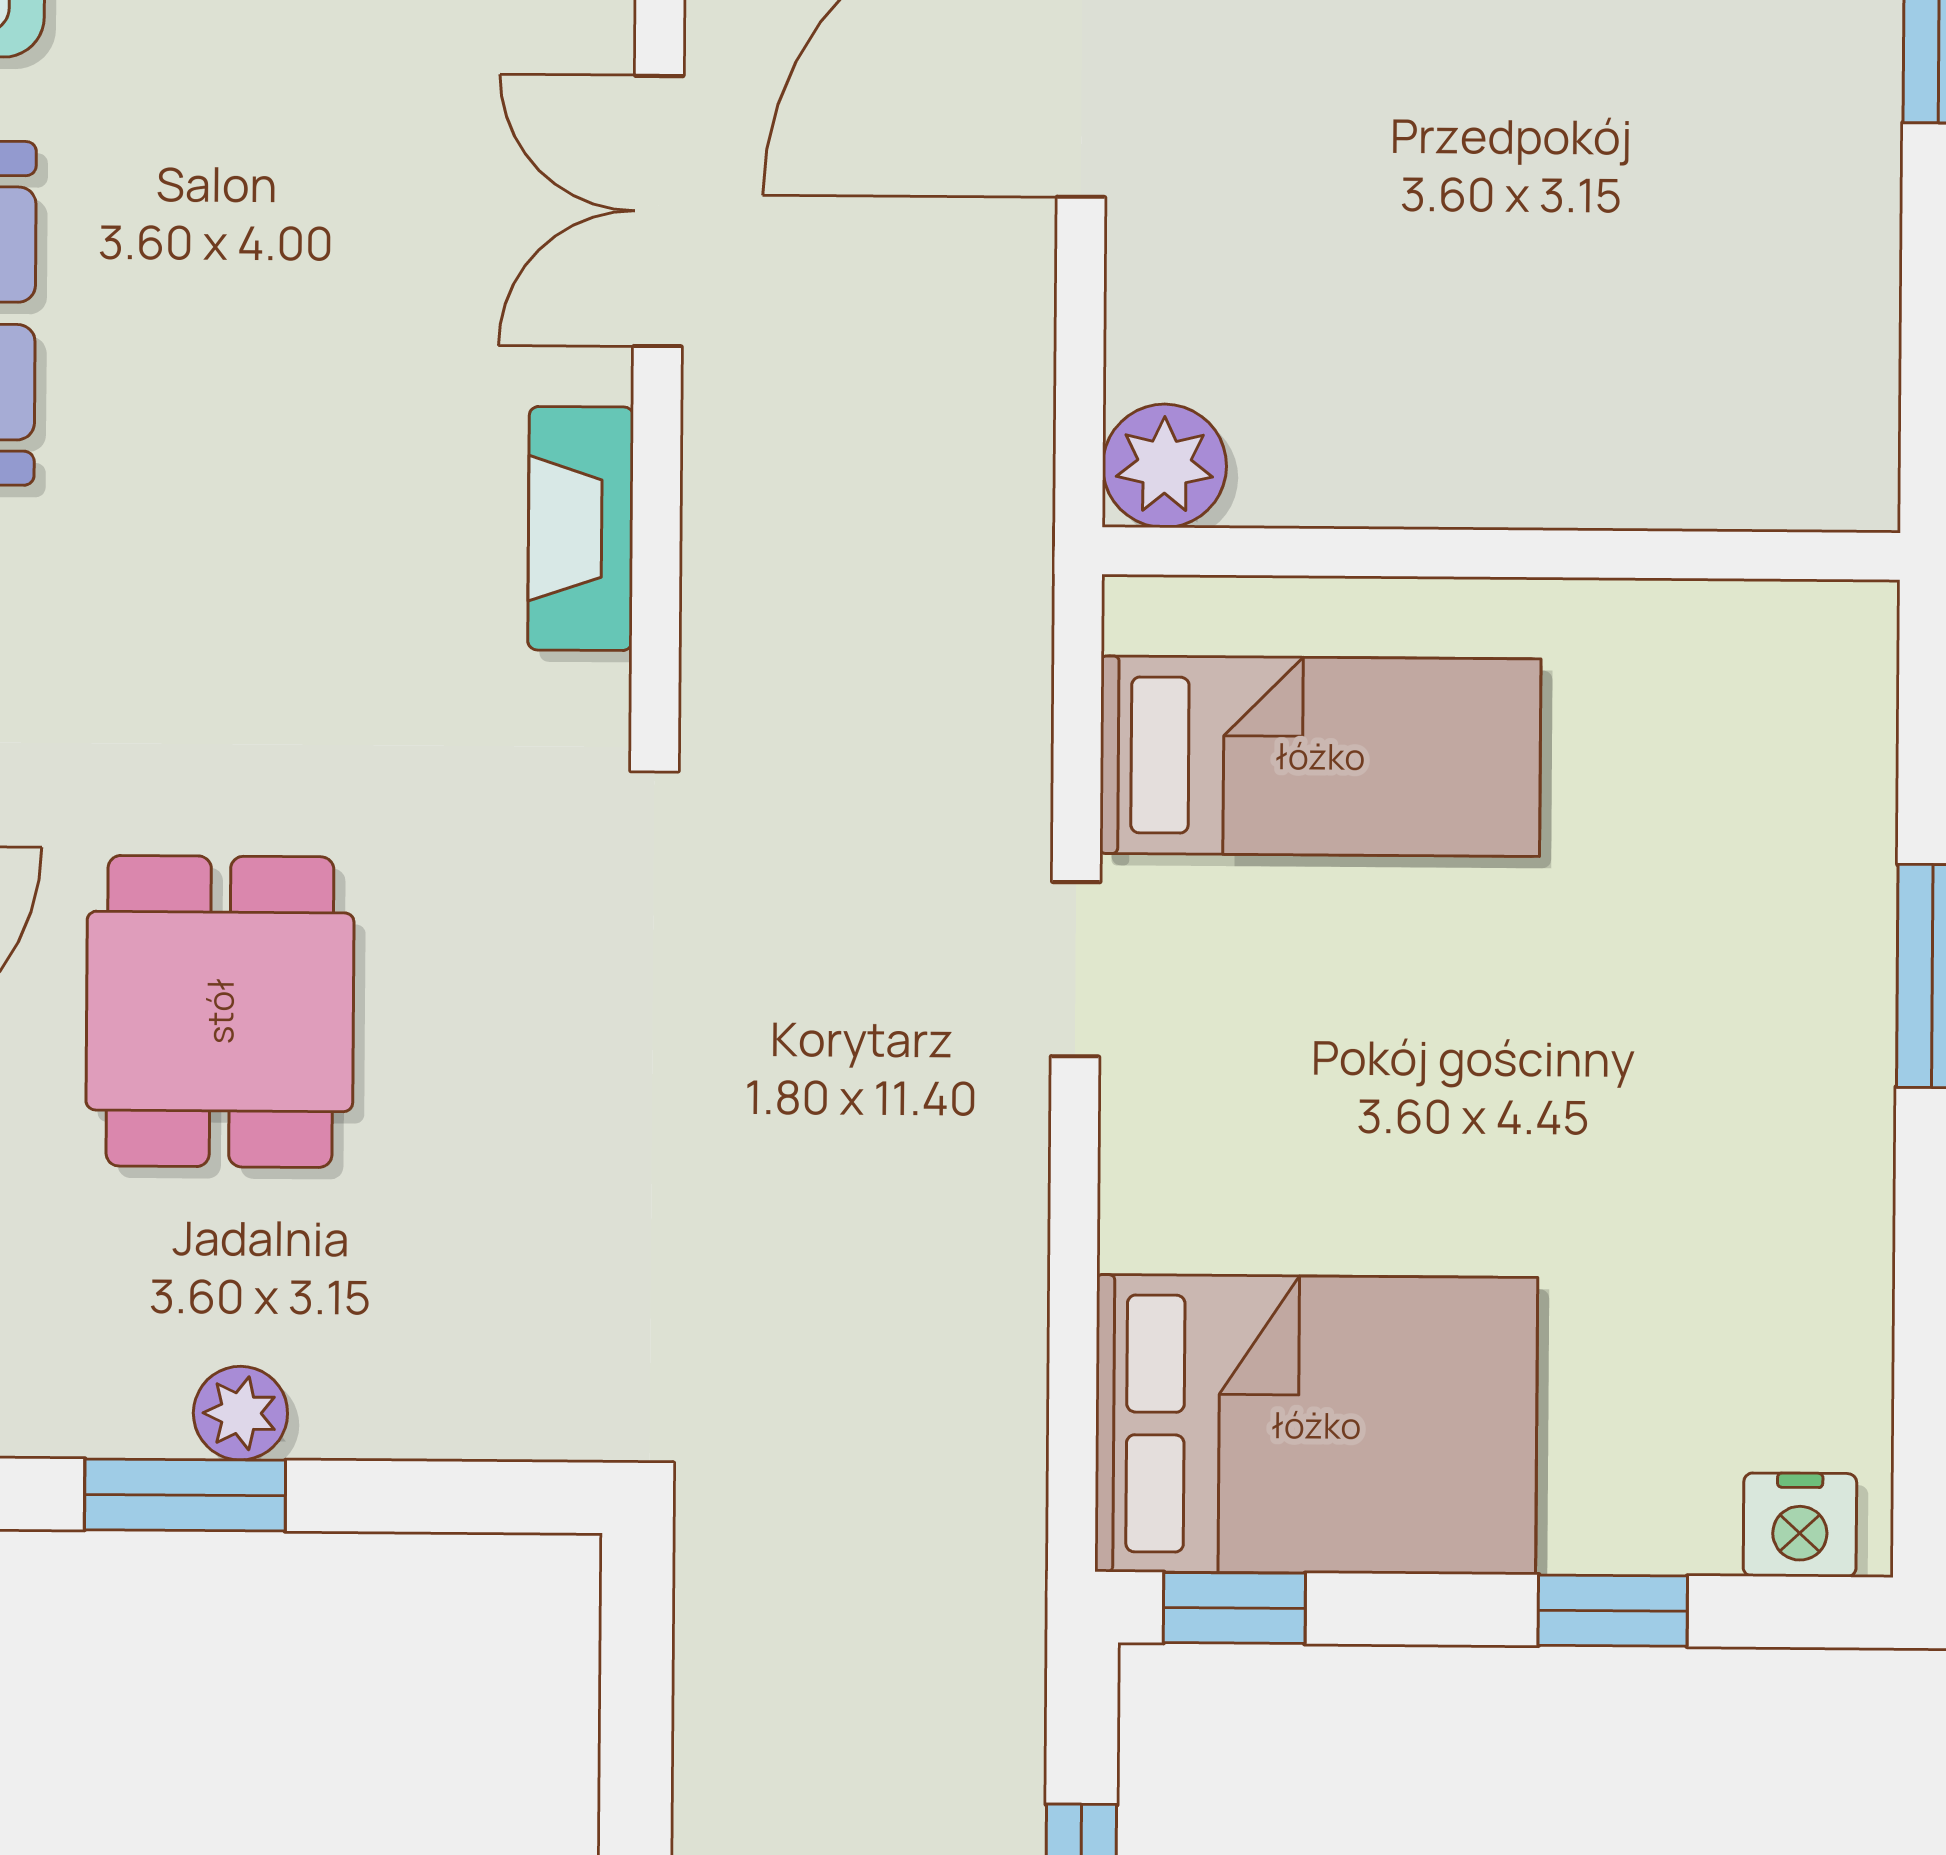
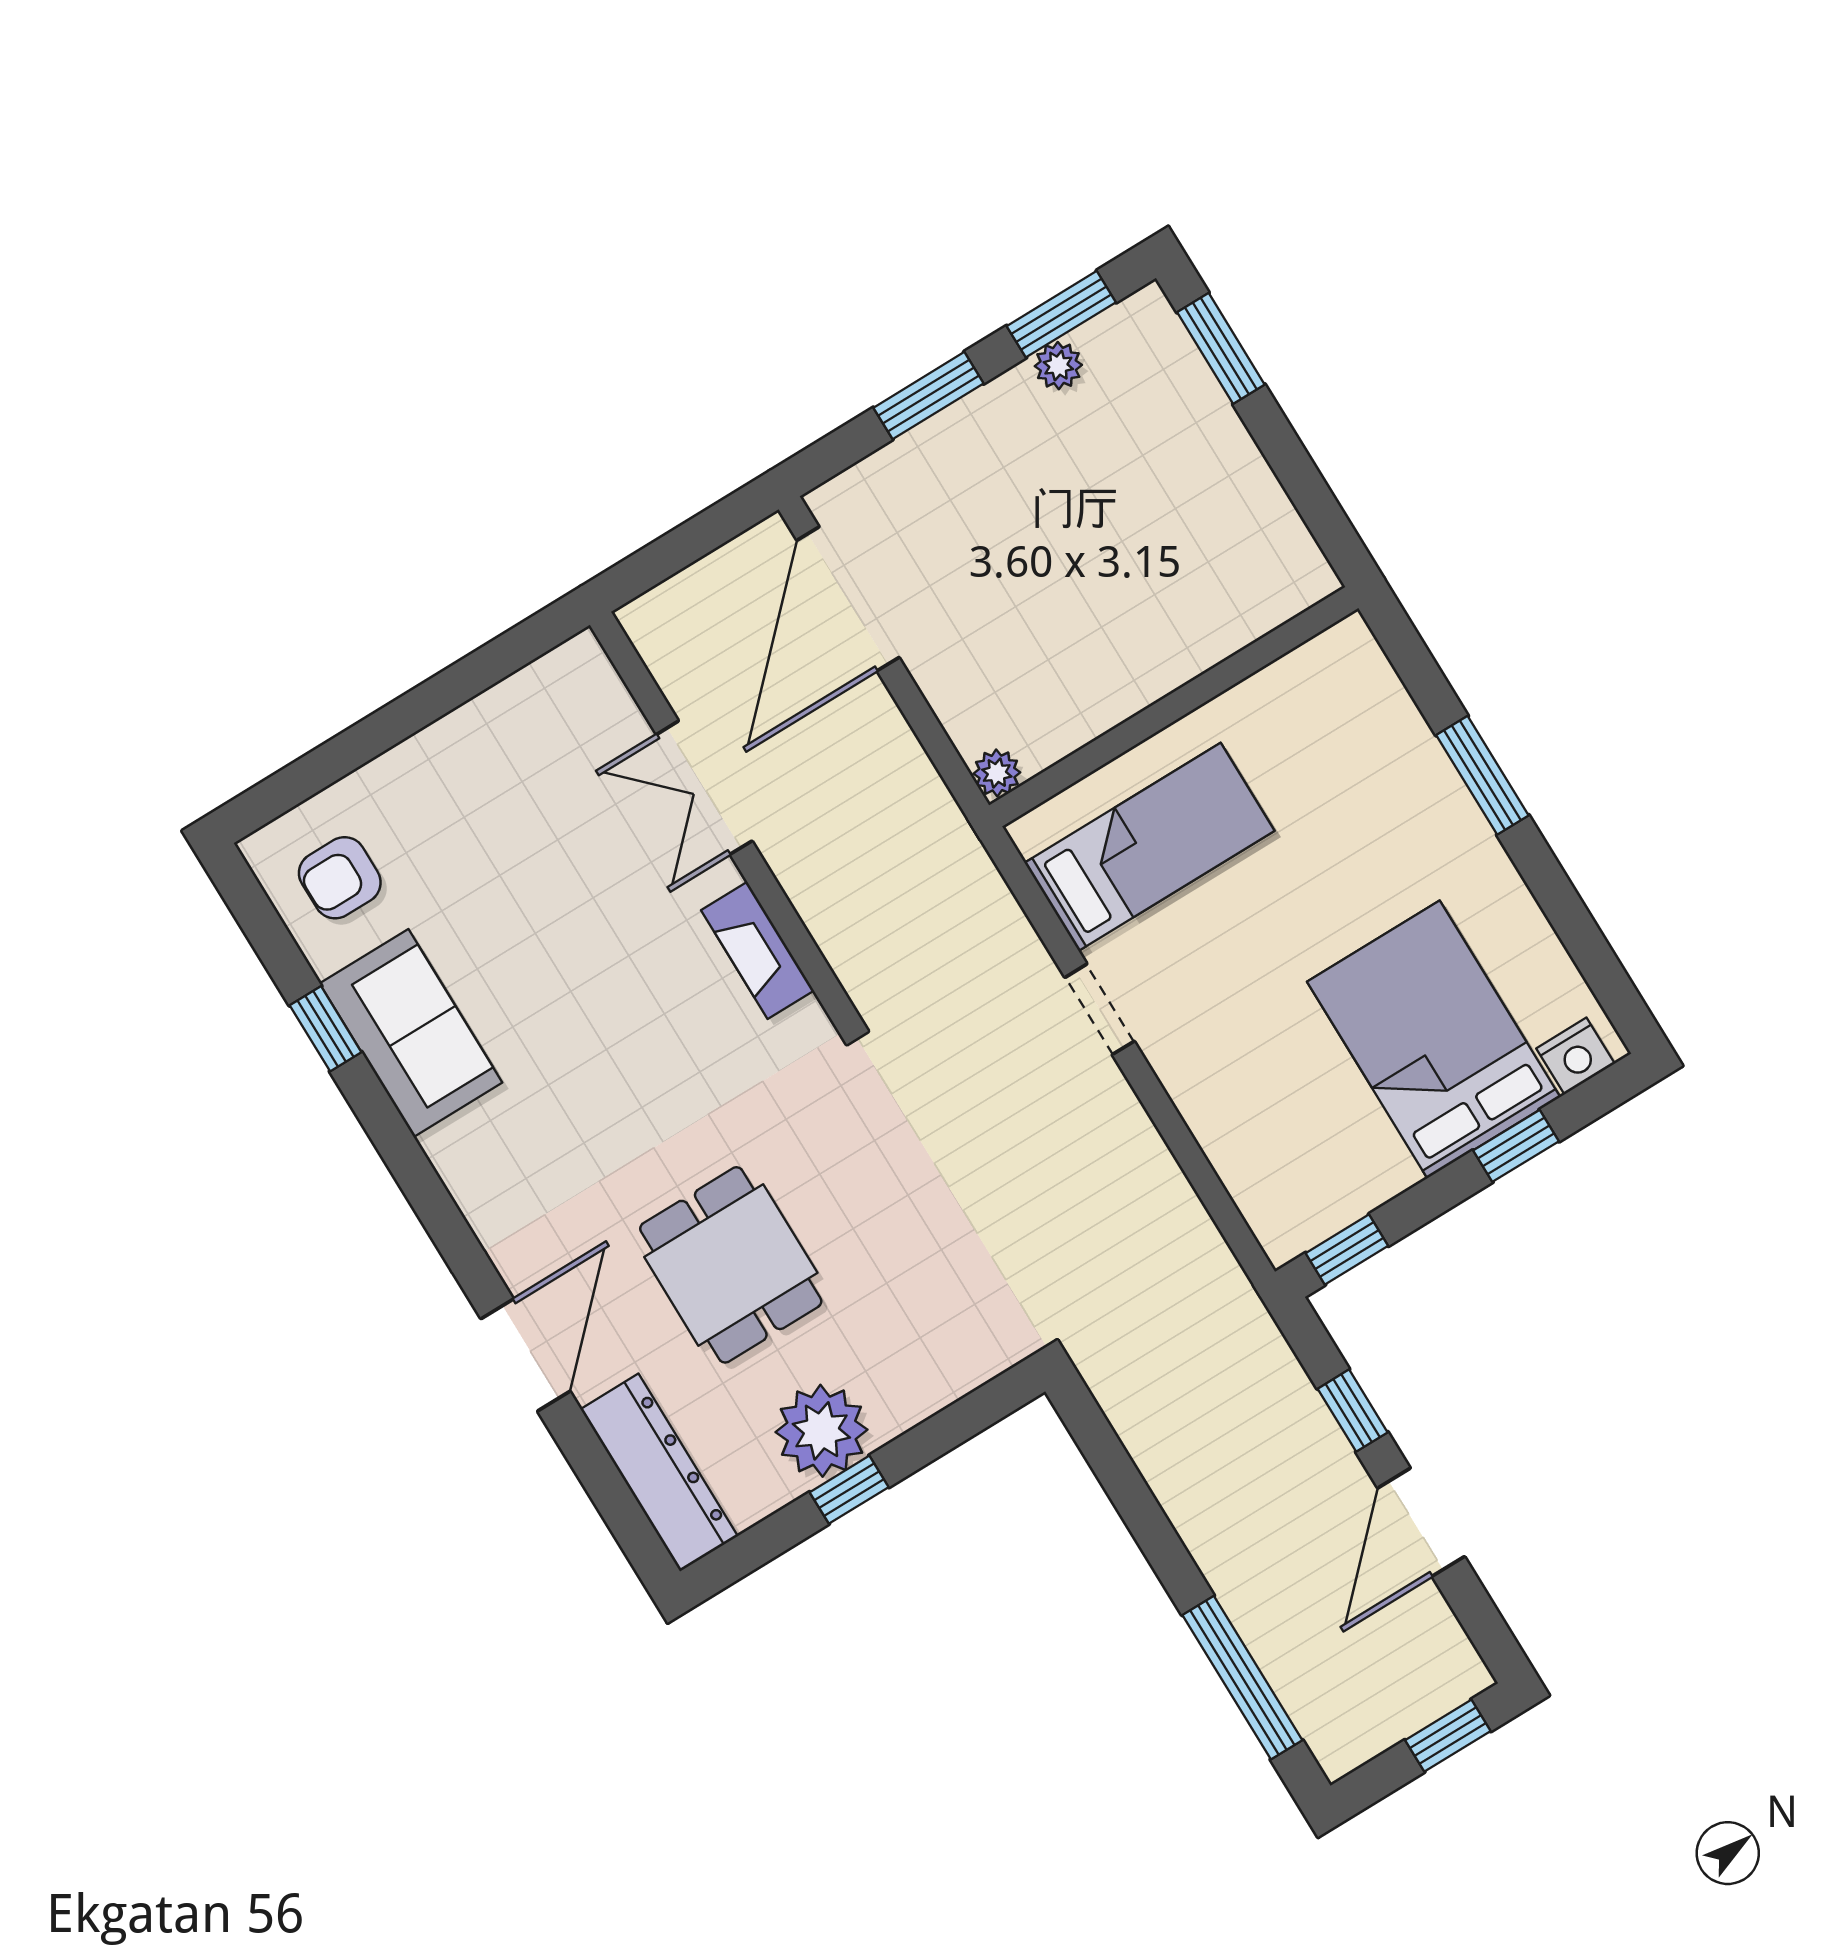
plant: (1164, 466) -> (997, 773), width x0.73, depth x0.73
plant: (240, 1413) -> (821, 1431), width x1.88, depth x1.88
bed: (1316, 1425) -> (1434, 1039), moved, turned -90
window: (185, 1495) -> (849, 1490), width x0.67

